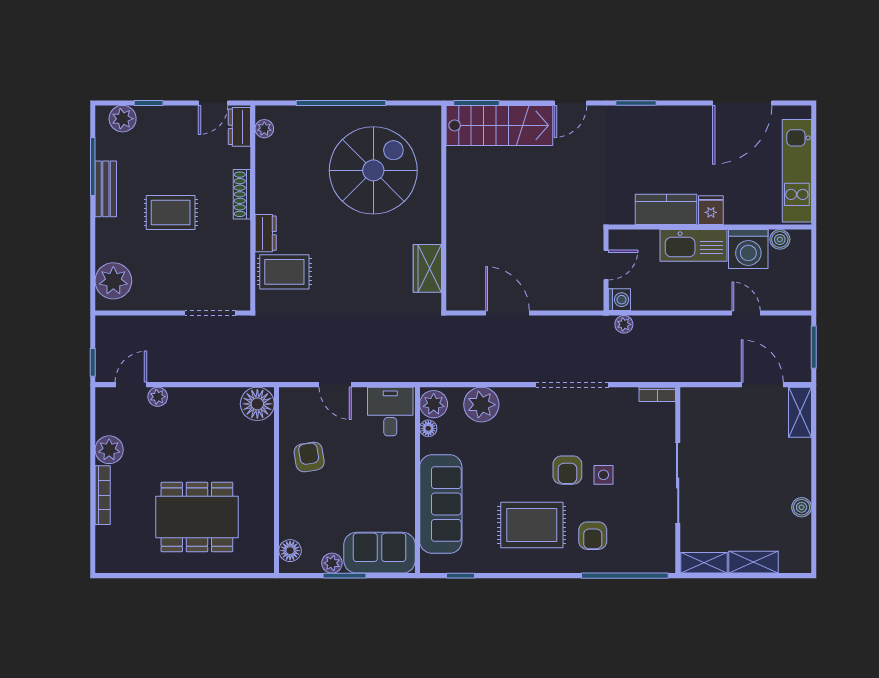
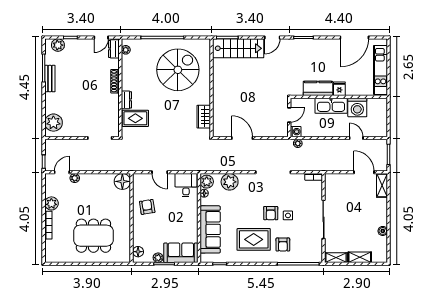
rug: (171, 212) -> (81, 90), removed
boiler: (780, 239) -> (372, 103), removed

